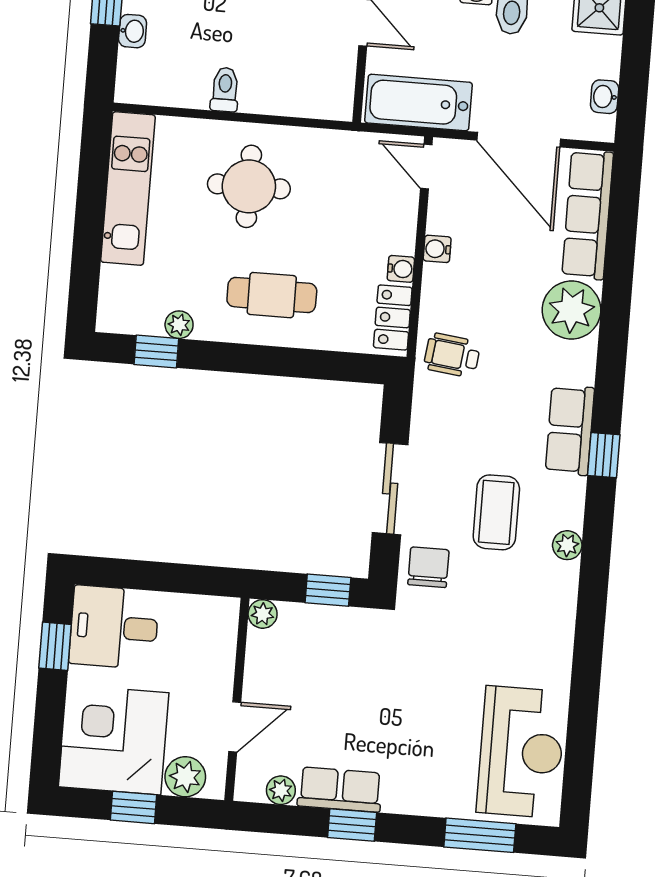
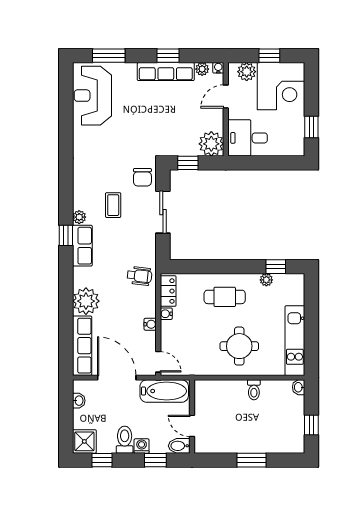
washbasin: (133, 31) -> (299, 387), moved
coffee table: (496, 512) -> (113, 205), width x0.73, depth x0.77
plant: (567, 545) -> (79, 217), moved
plant: (263, 614) -> (211, 144), width x1.87, depth x1.87
desk: (114, 627) -> (248, 138), moved, turned 180
water cooler: (246, 790) -> (218, 68), added
row of seats: (340, 790) -> (166, 72), width x1.48

